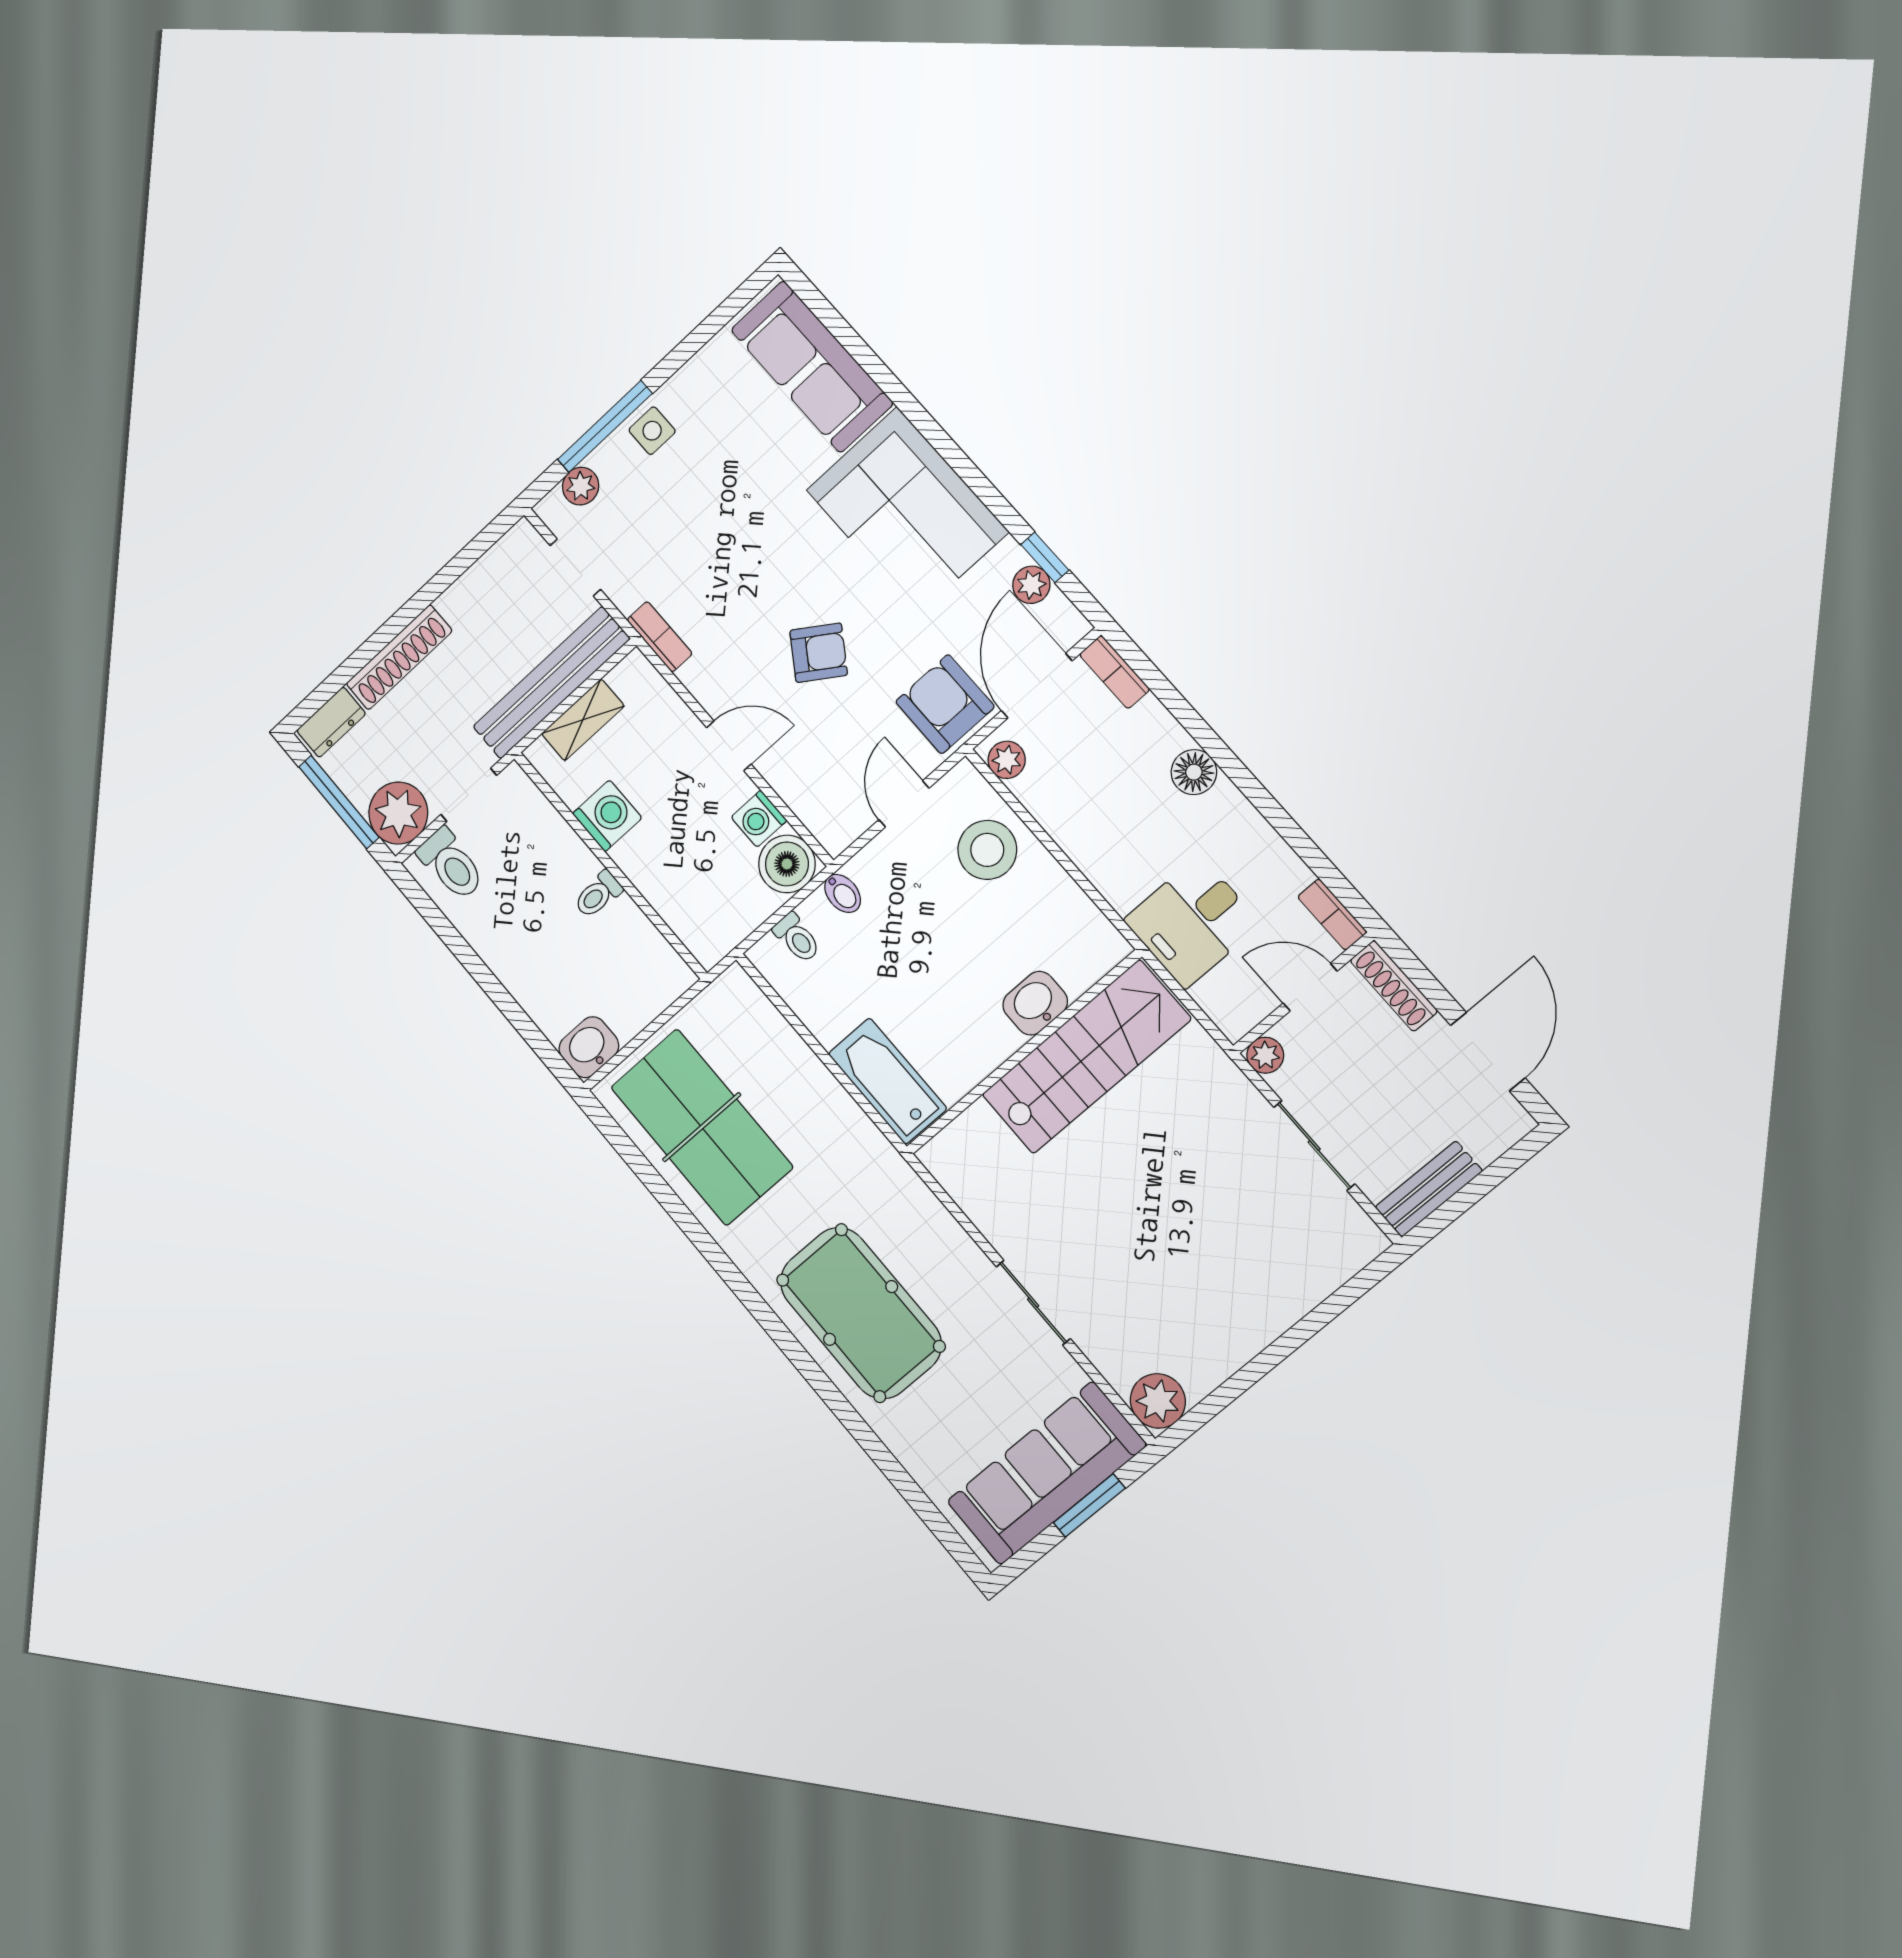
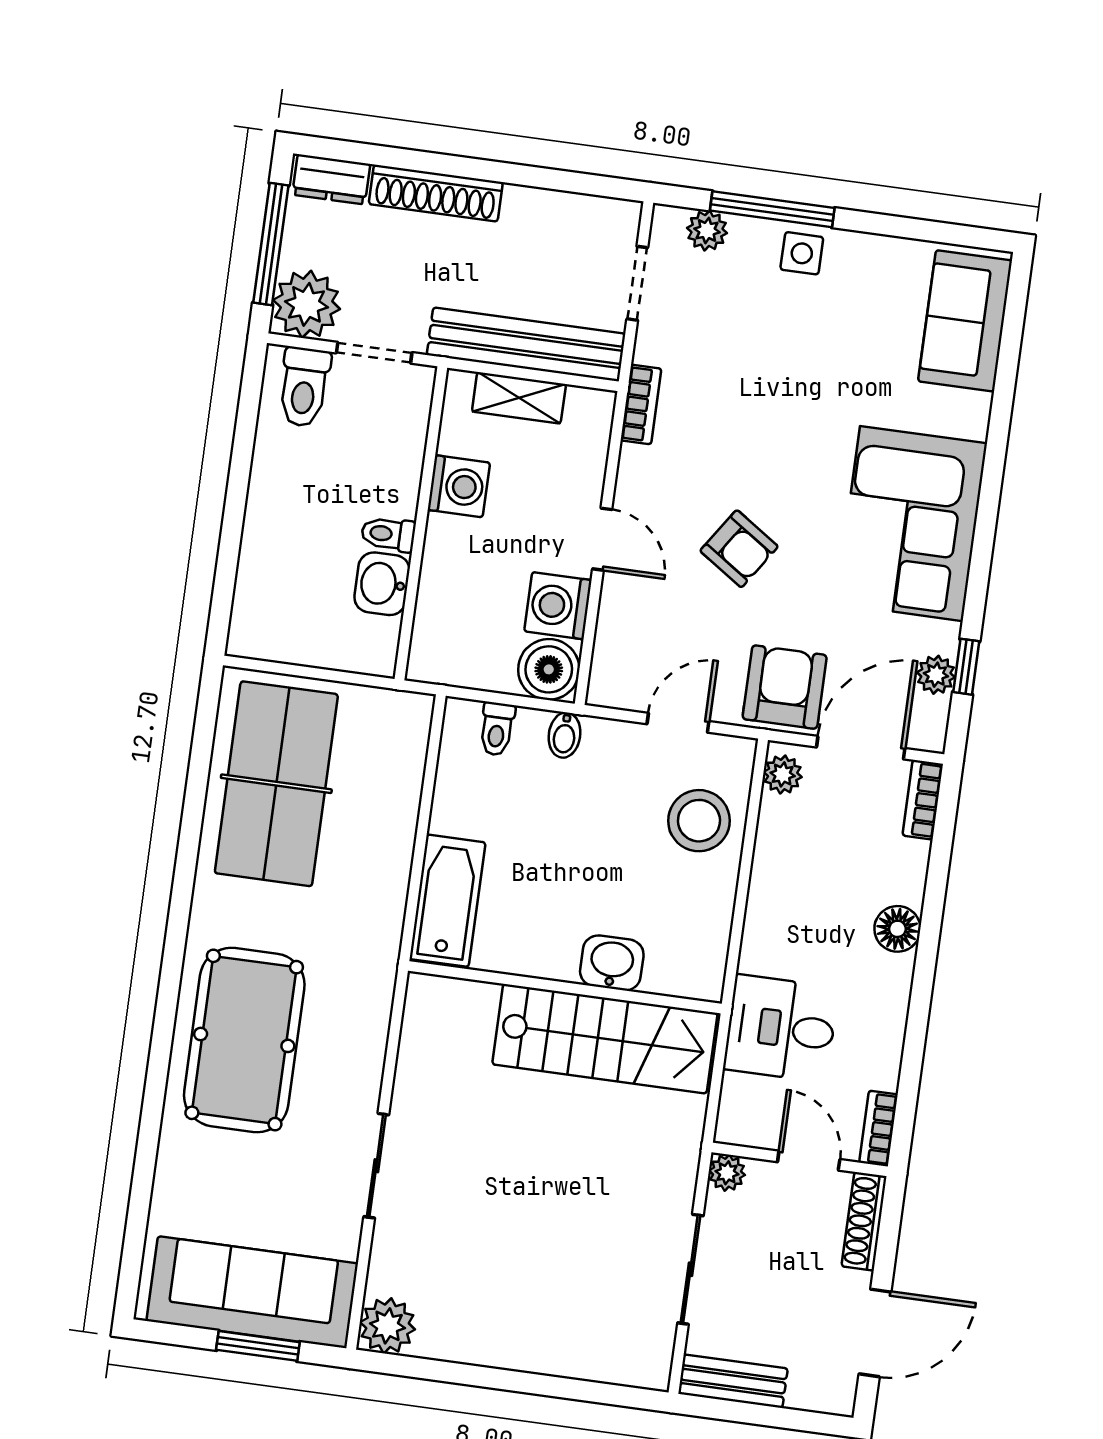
sofa: (812, 367) -> (965, 321), width x0.73
washing machine: (759, 819) -> (558, 606), width x1.38, depth x1.38
washbasin: (589, 1047) -> (382, 584), moved, turned -90

